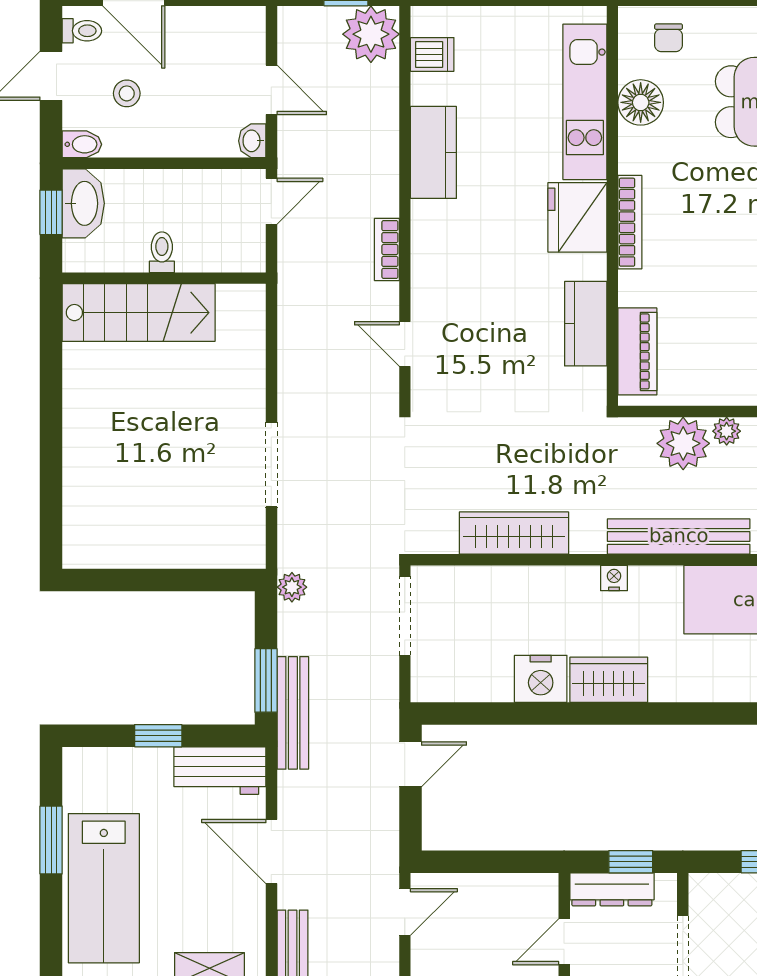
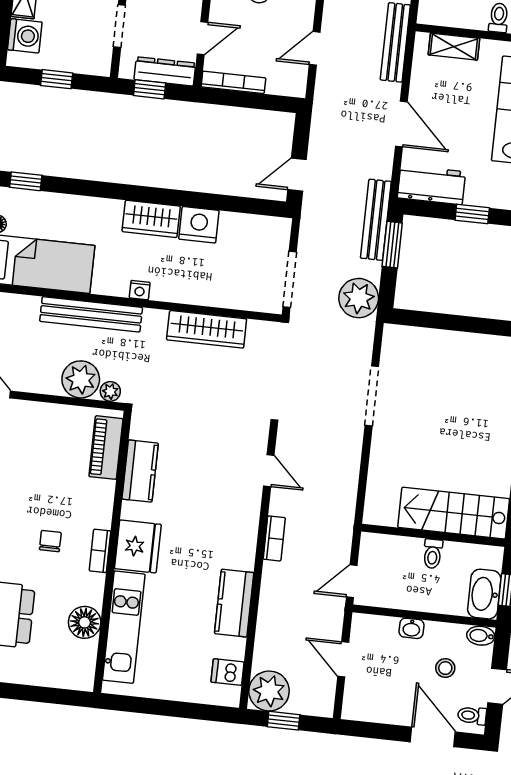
chair: (669, 38) -> (50, 541), moved
washbasin: (252, 141) -> (411, 628), moved, turned 90
bookcase: (630, 222) -> (100, 551), width x0.64
plant: (727, 431) -> (110, 391), moved
plant: (292, 587) -> (359, 298), width x1.88, depth x1.88
bookcase: (514, 884) -> (233, 82), added
door: (405, 912) -> (315, 48), moved

